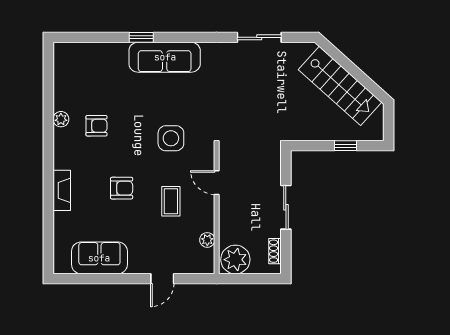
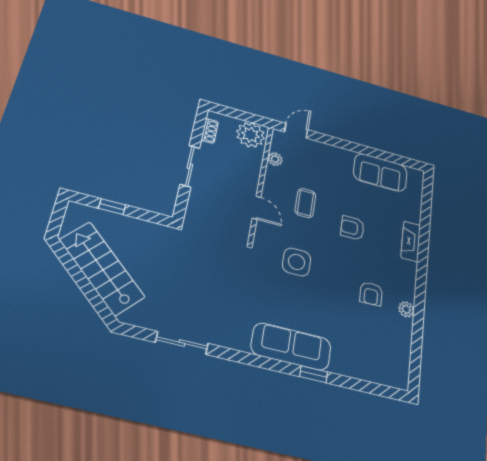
armchair: (96, 126) -> (371, 294), turned -91
door: (162, 279) -> (296, 131), moved

